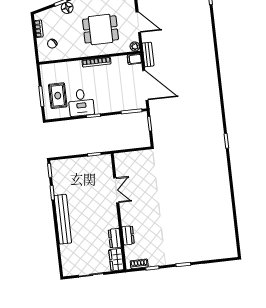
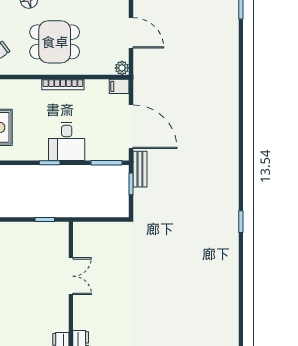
dining table: (101, 29) -> (55, 42), moved
bench: (148, 54) -> (140, 169), moved
desk: (81, 103) -> (67, 141), moved

